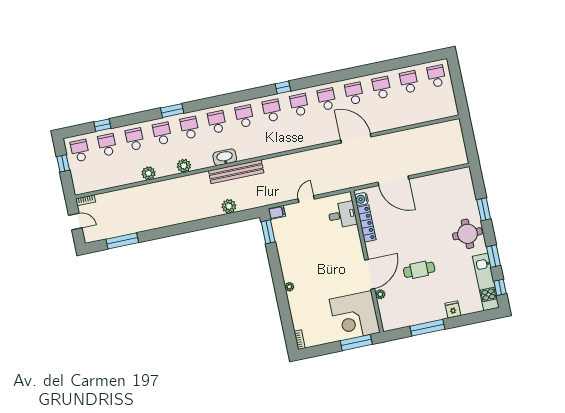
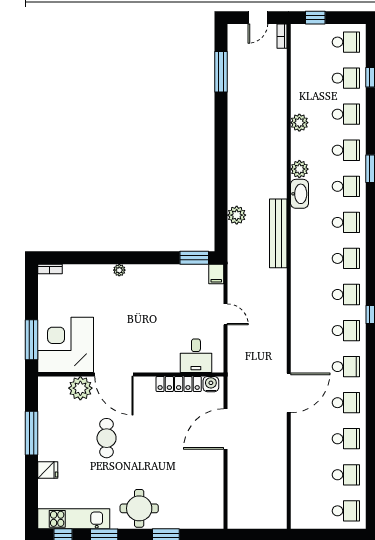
washbasin: (225, 157) -> (299, 194), moved
window: (63, 163) -> (315, 18), moved
plant: (380, 294) -> (80, 388), width x1.88, depth x1.88

